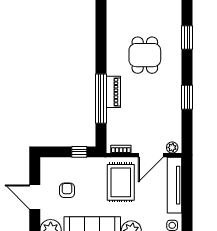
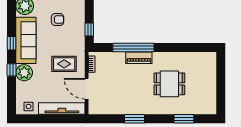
plant: (172, 147) -> (93, 106), removed
rug: (121, 182) -> (64, 64), width x0.73, depth x0.70

